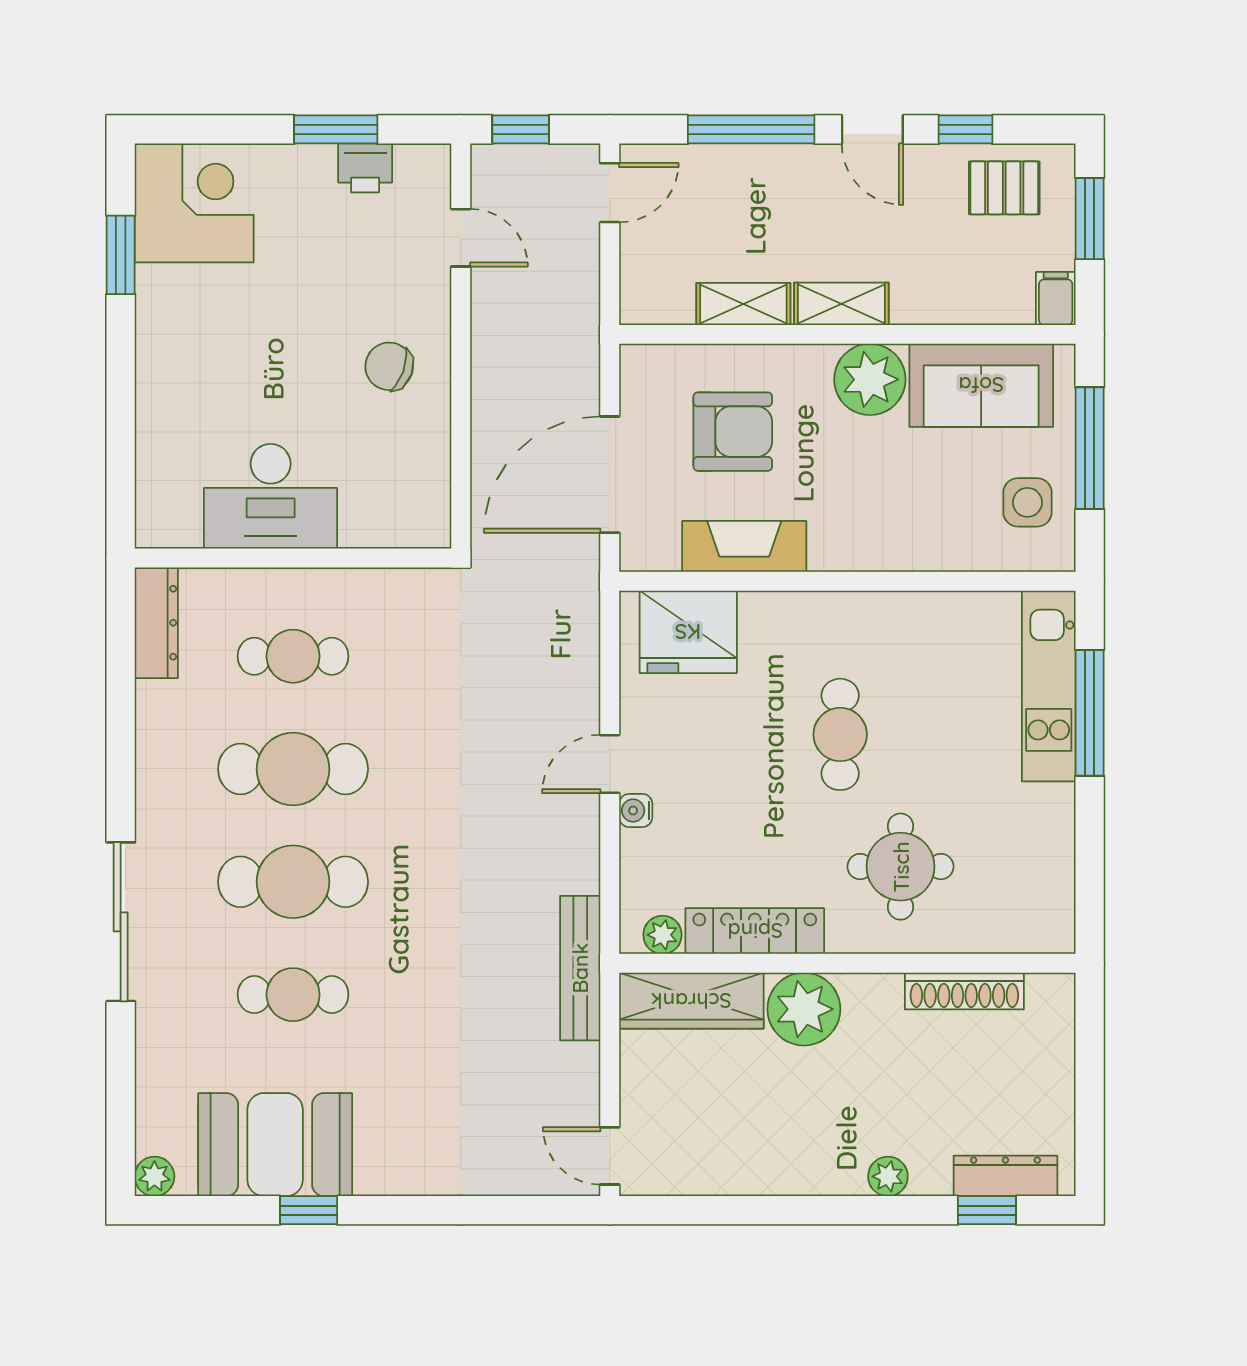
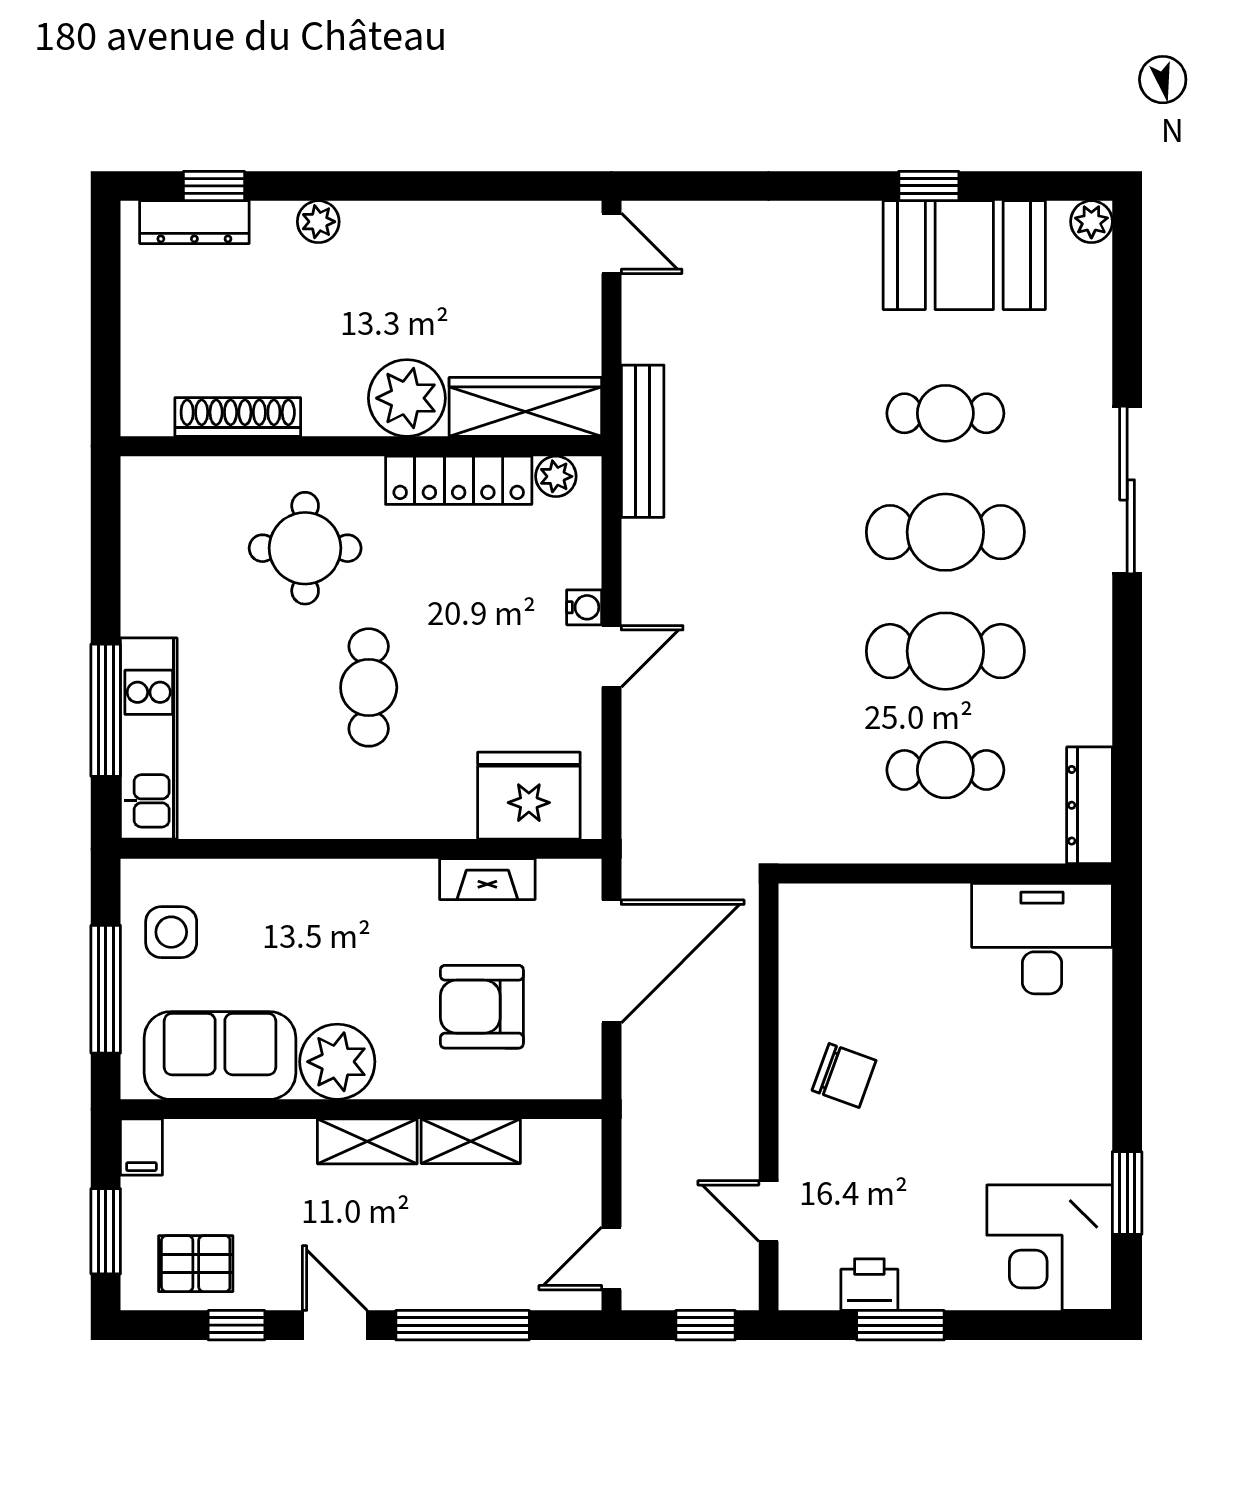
desk: (271, 496) -> (1042, 939), moved
fireplace: (744, 546) -> (487, 879), width x0.73, depth x0.76

